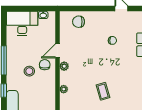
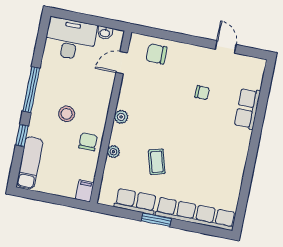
door: (58, 51) -> (122, 63), moved
chair: (45, 65) -> (88, 142), moved
coffee table: (103, 91) -> (157, 162), moved

